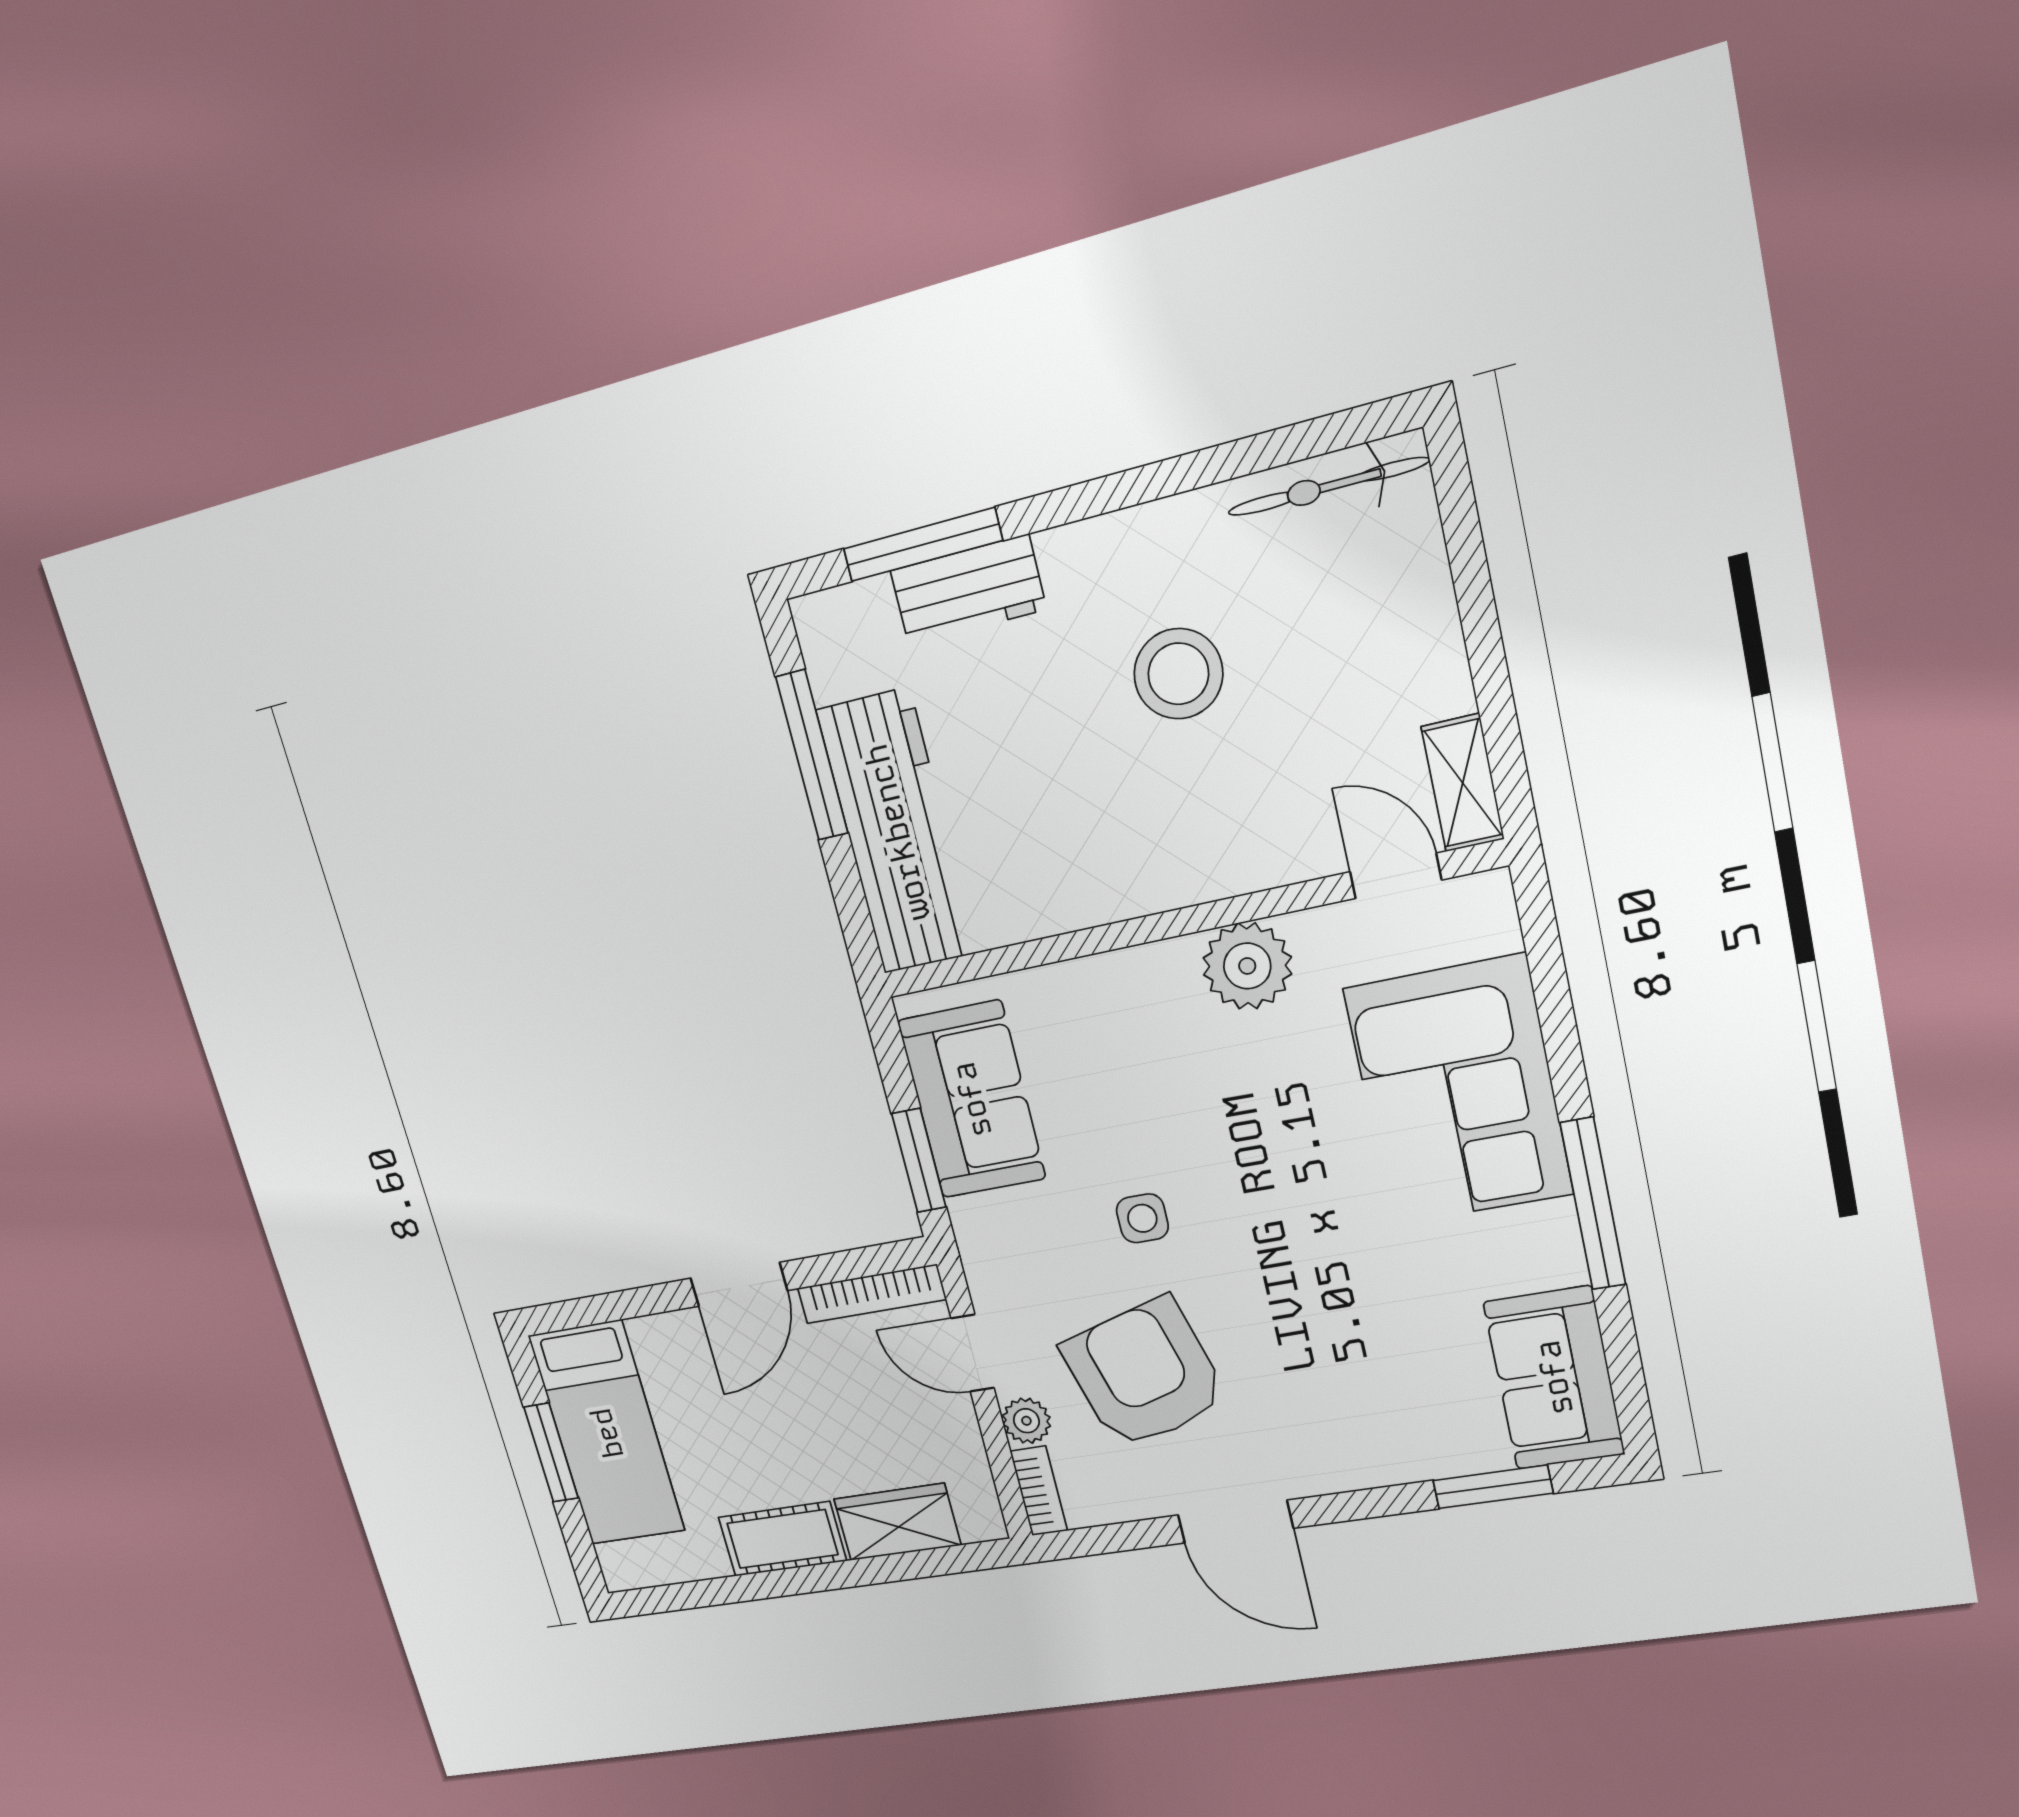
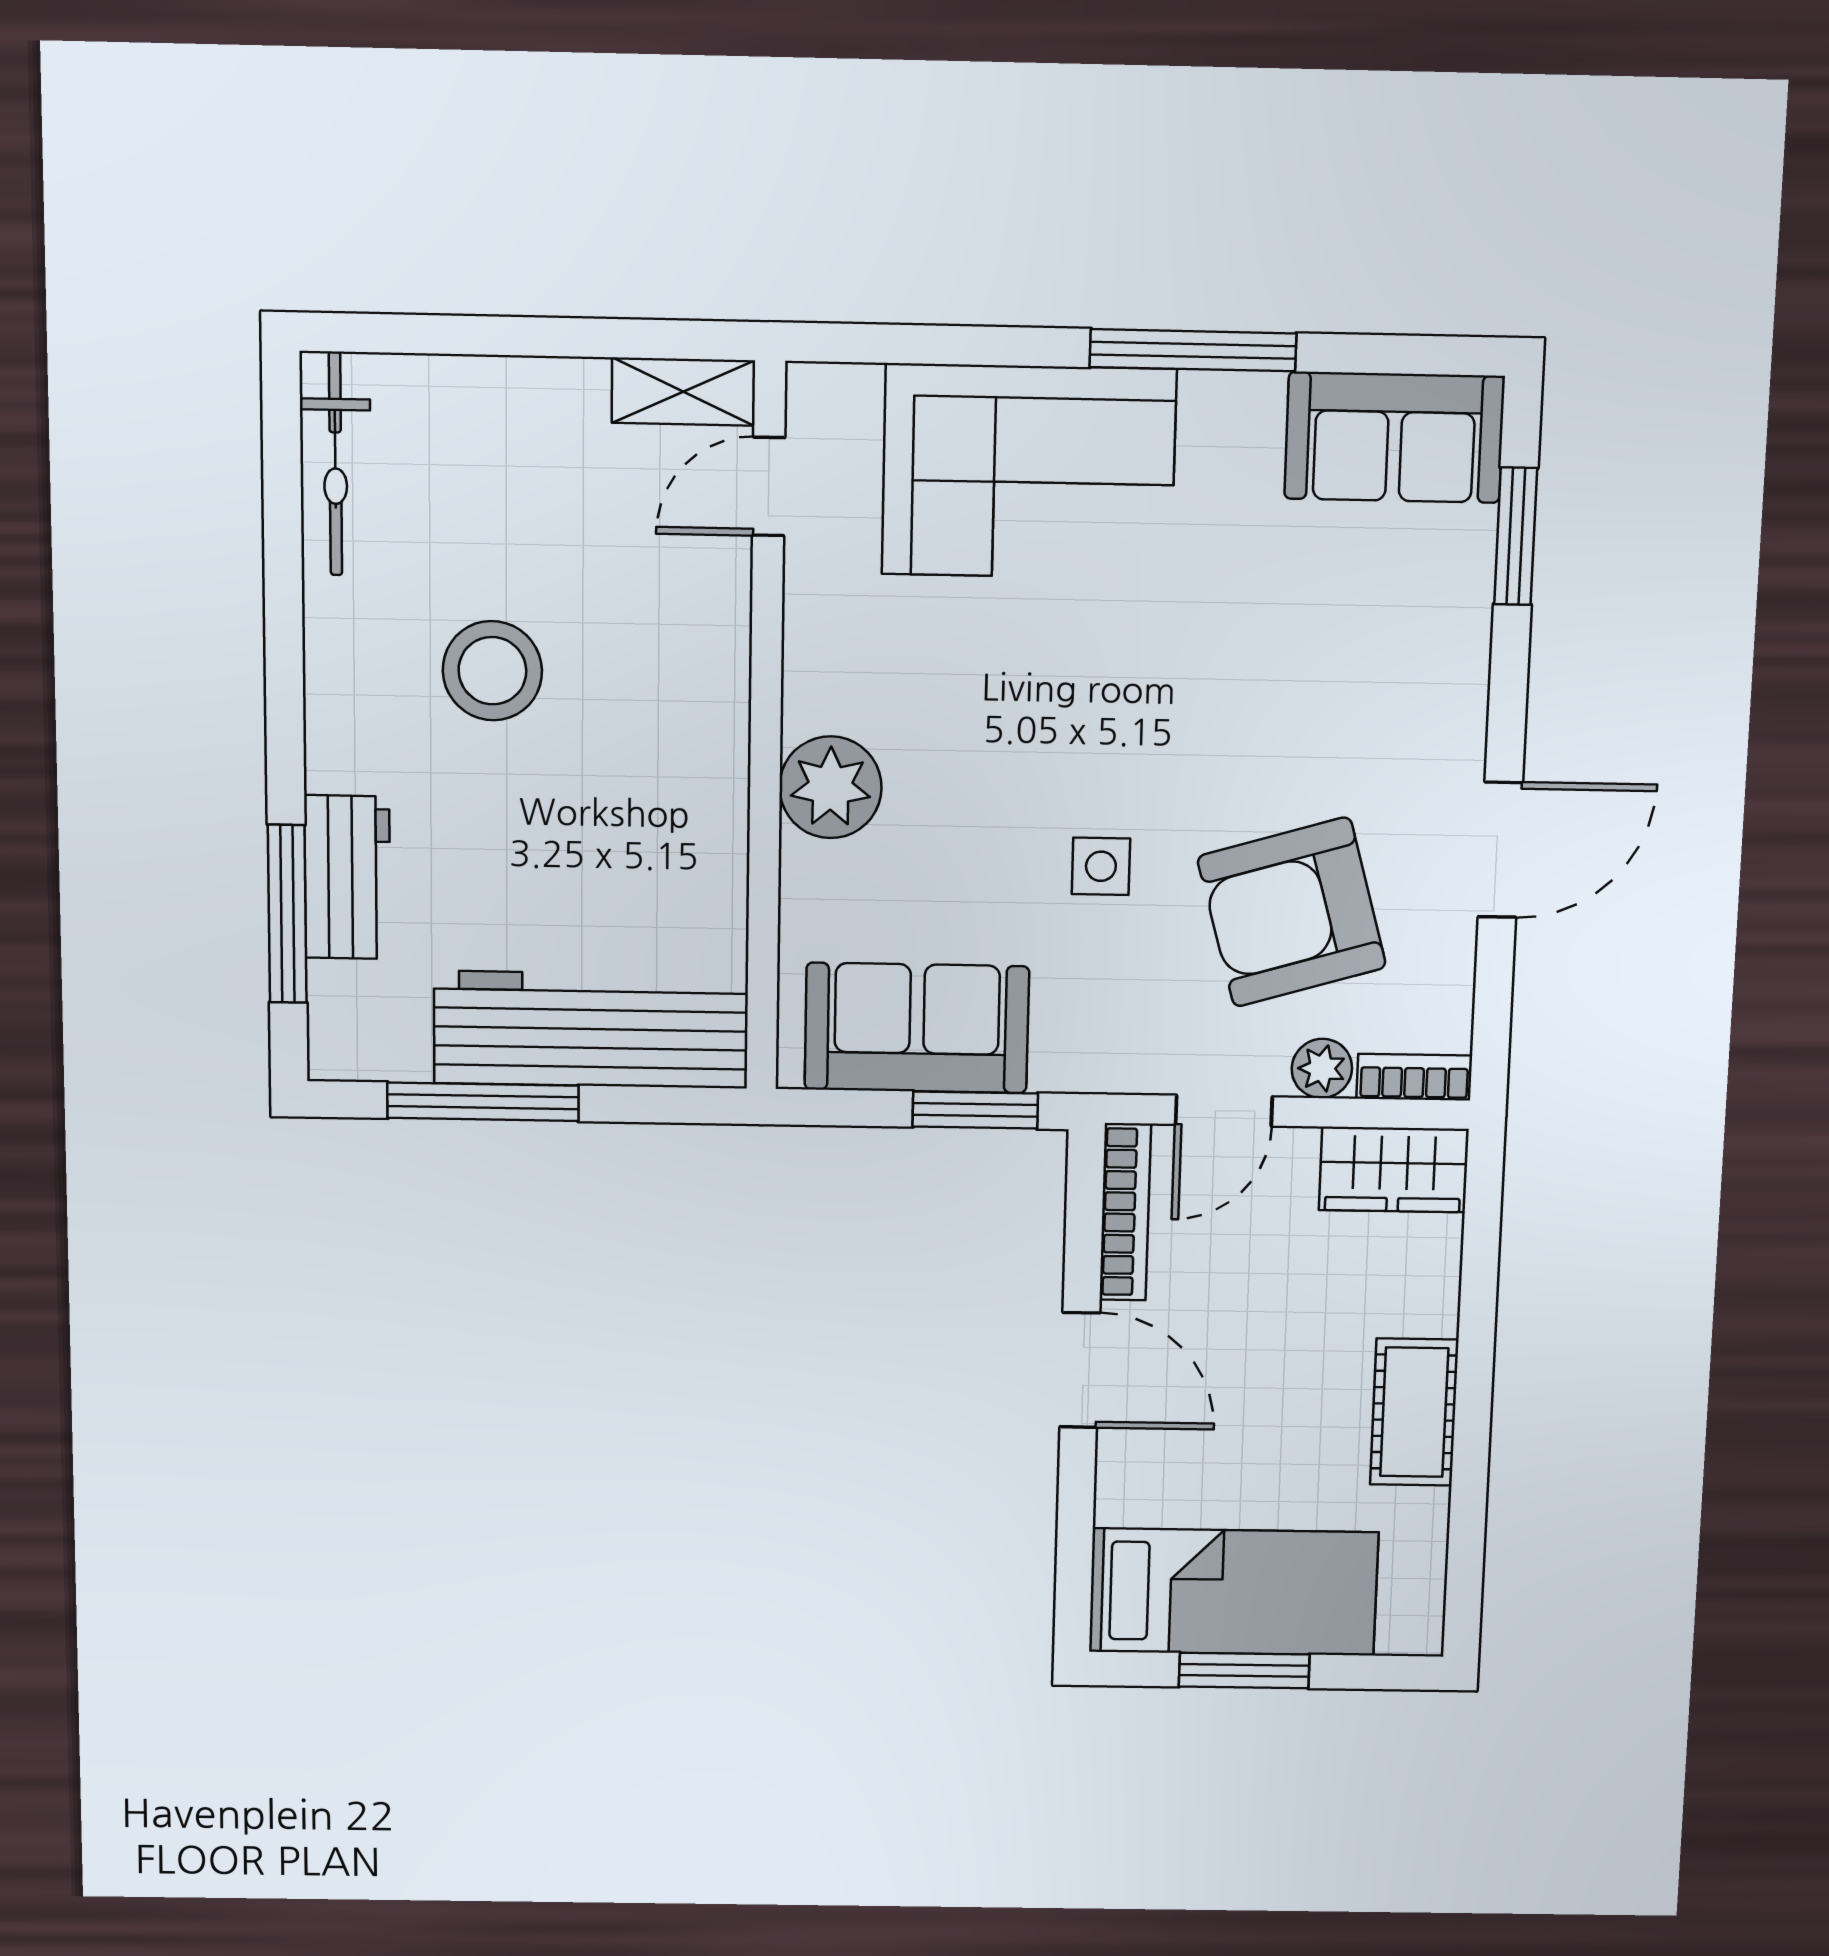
plant: (1247, 966) -> (830, 787), moved
wardrobe: (897, 1522) -> (1394, 1170), moved, turned -90

